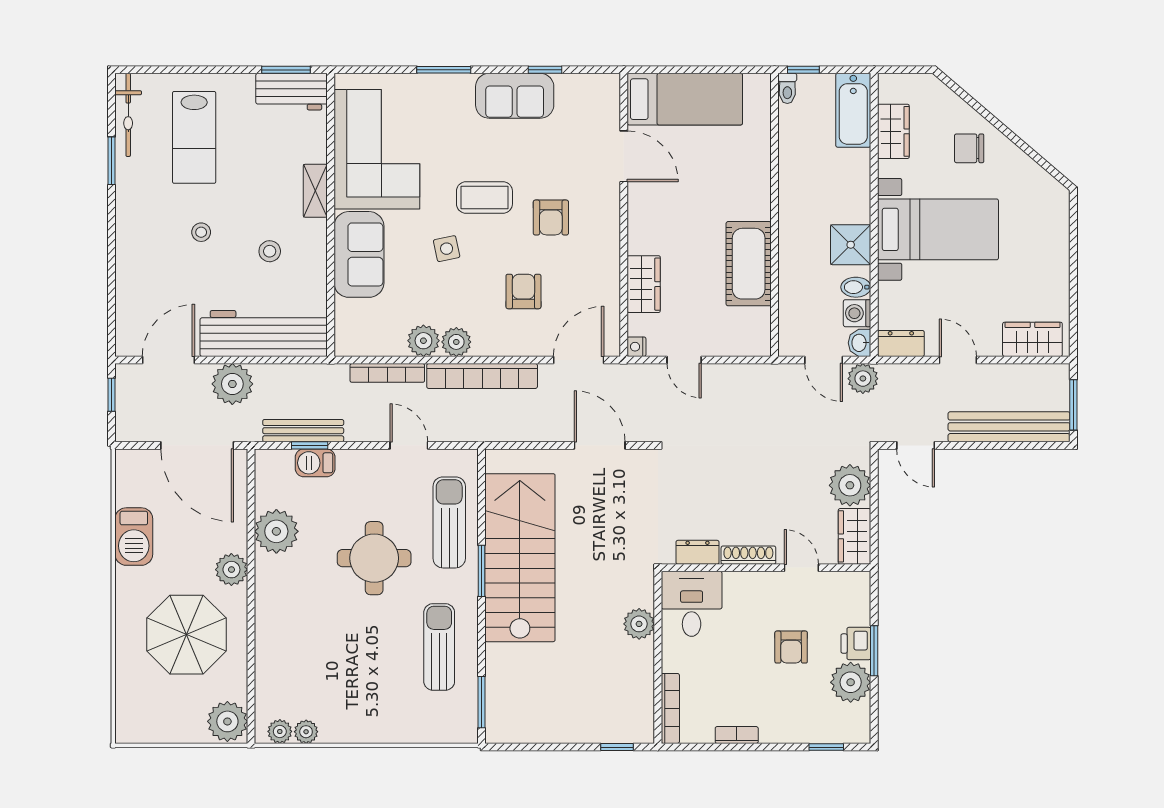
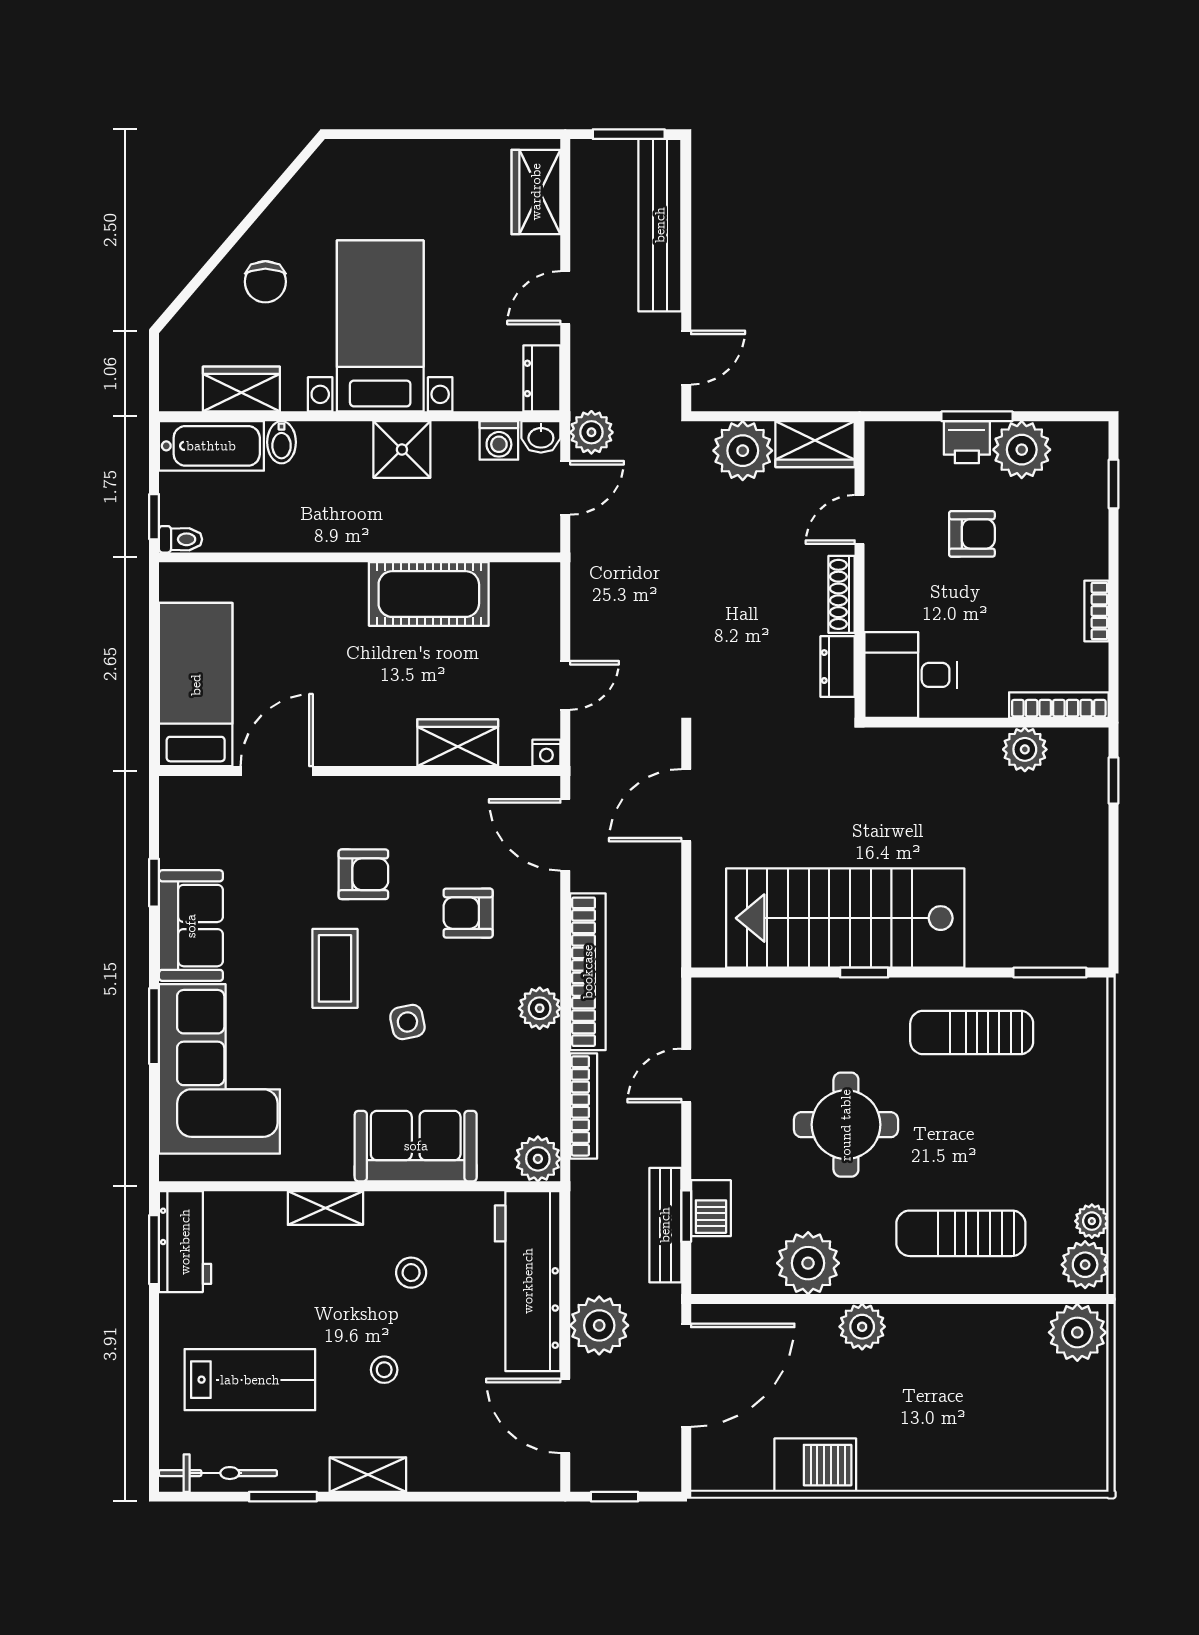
corner sofa: (377, 149) -> (219, 1069), moved, turned 90
shelving: (127, 221) -> (368, 1475), added
bidet: (856, 287) -> (282, 442), moved
plant: (423, 341) -> (538, 1159), moved
sun lounger: (449, 522) -> (961, 1233), moved
window: (481, 571) -> (864, 973), width x0.67
plant: (639, 624) -> (1025, 749), moved
parasol: (187, 635) -> (954, 1390), removed
plant: (280, 731) -> (1085, 1265), width x1.38, depth x1.38

